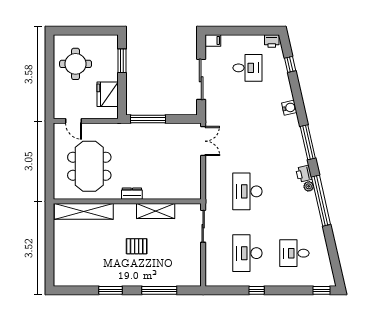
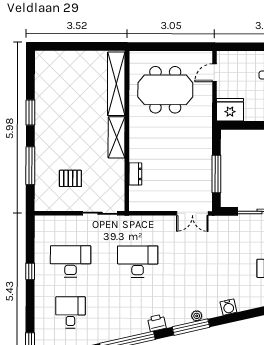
fridge: (108, 94) -> (230, 110), moved
window: (148, 119) -> (216, 174), moved
plant: (309, 186) -> (197, 316), moved
dresser: (132, 194) -> (135, 174), moved
shelving: (156, 211) -> (117, 137), moved
pallet: (137, 246) -> (70, 178), moved, turned 90

